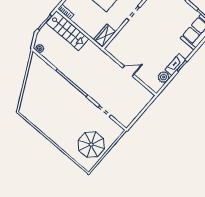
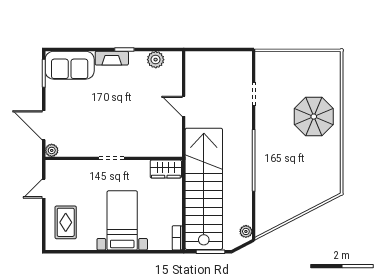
stairs: (68, 31) -> (204, 189), width x1.86, depth x1.51
fireplace: (175, 65) -> (112, 58), moved
parasol: (91, 145) -> (314, 117), moved

